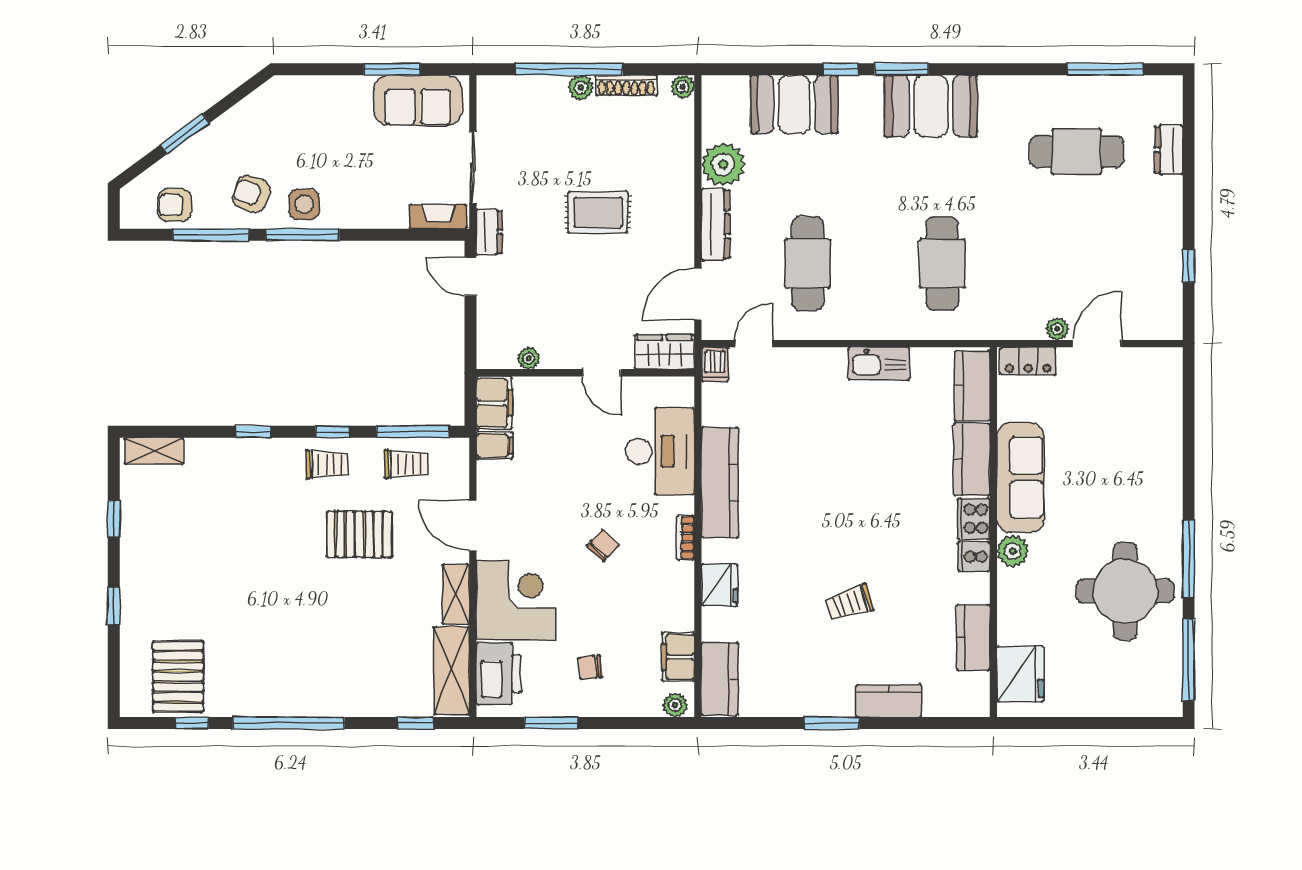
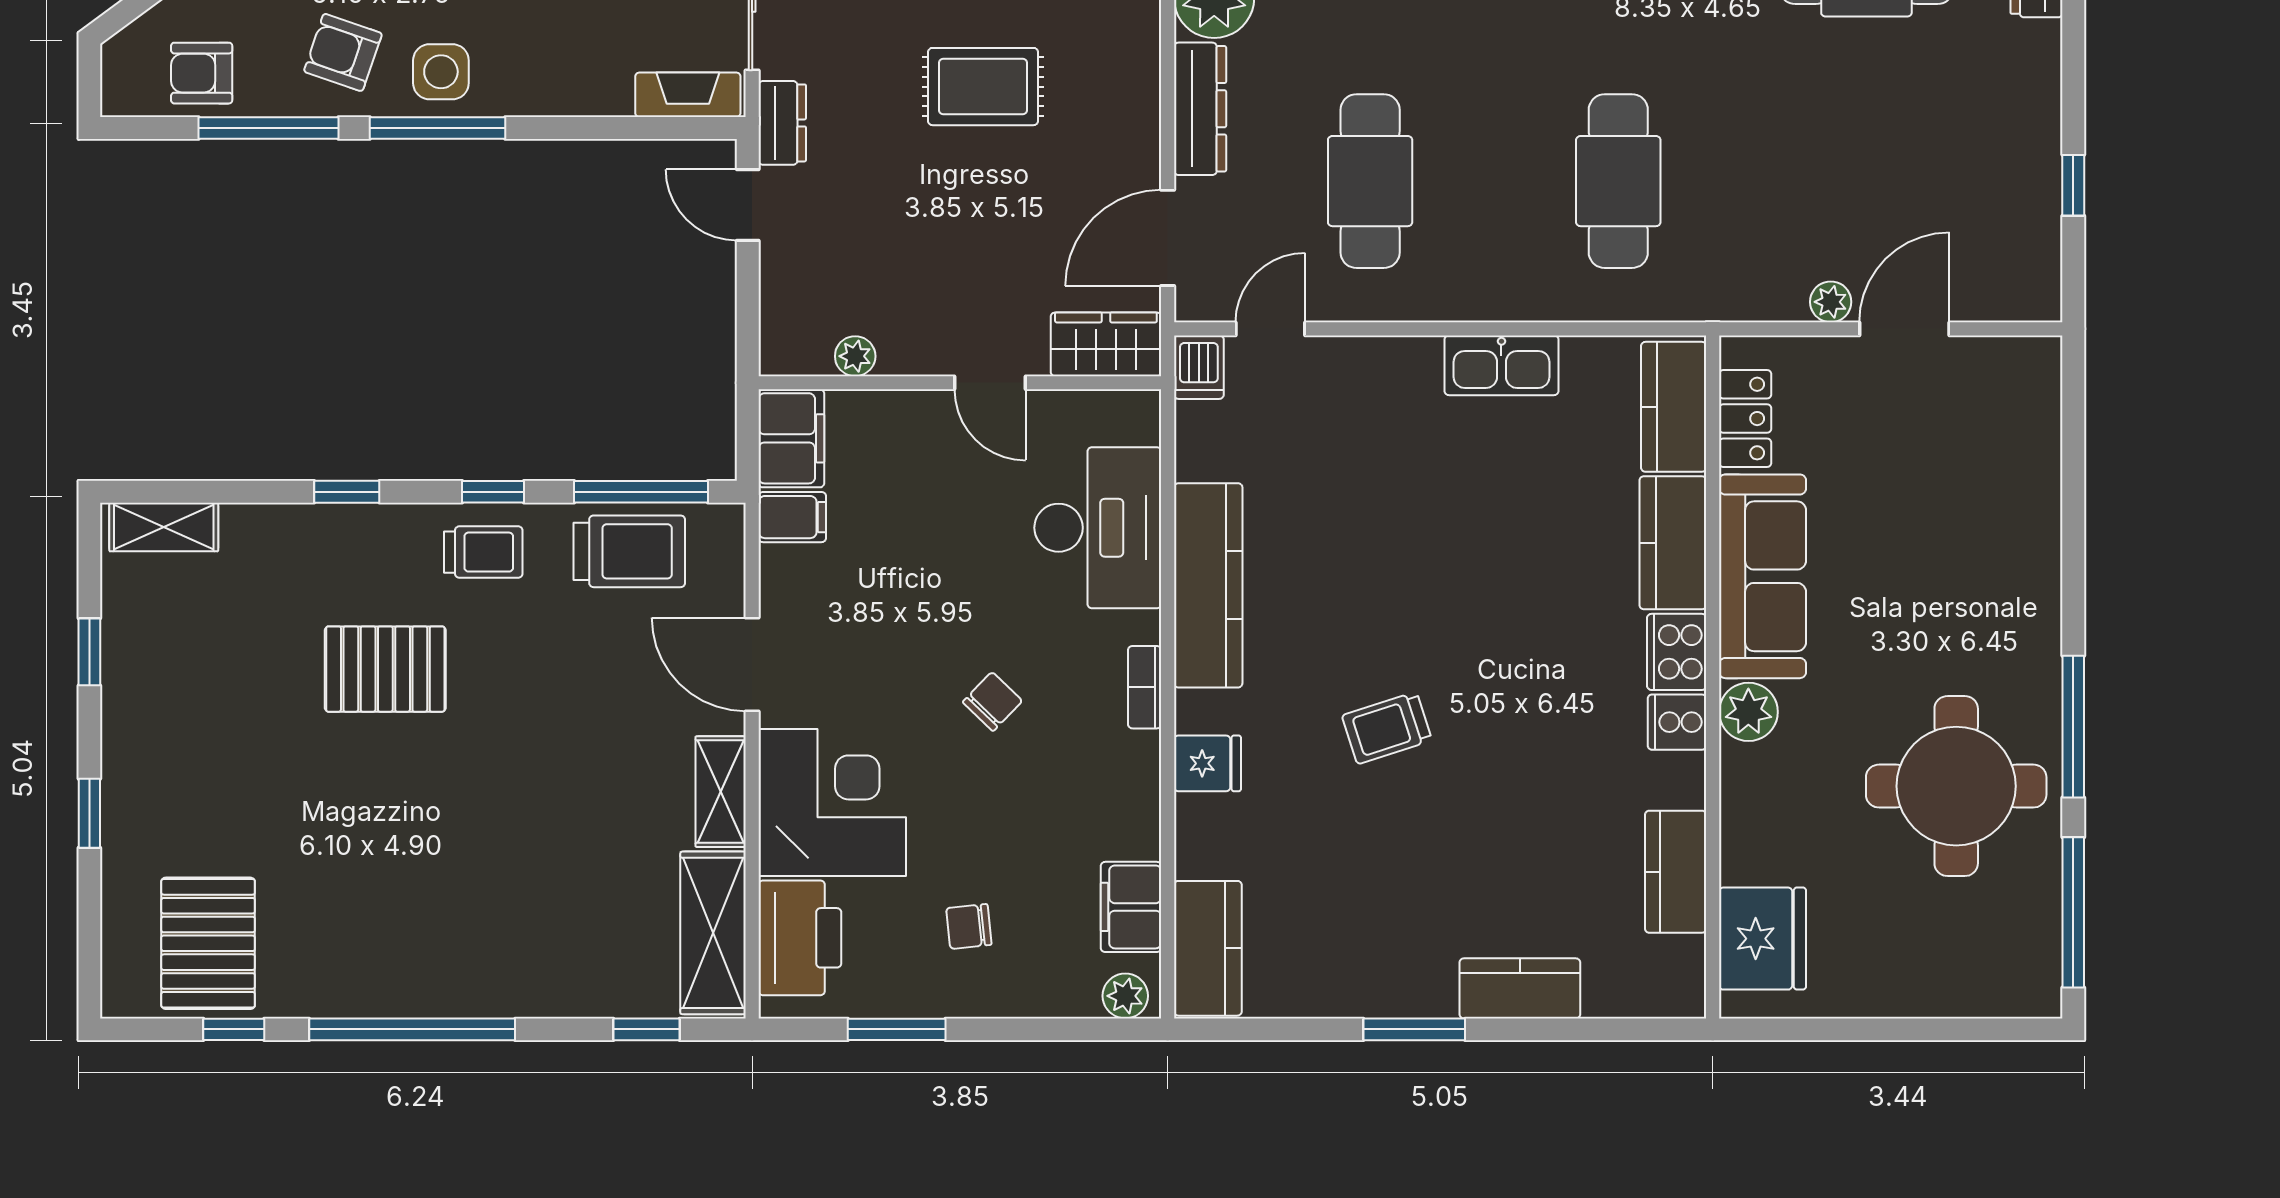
locker: (1028, 361) -> (1745, 419), moved, turned -90
trolley: (406, 464) -> (629, 551), width x1.36, depth x1.39
pallet: (359, 534) -> (385, 669), moved
fridge: (720, 585) -> (1208, 763), width x0.72
trolley: (849, 603) -> (1387, 728), moved

